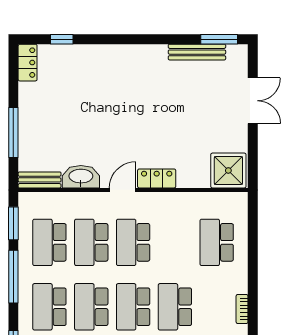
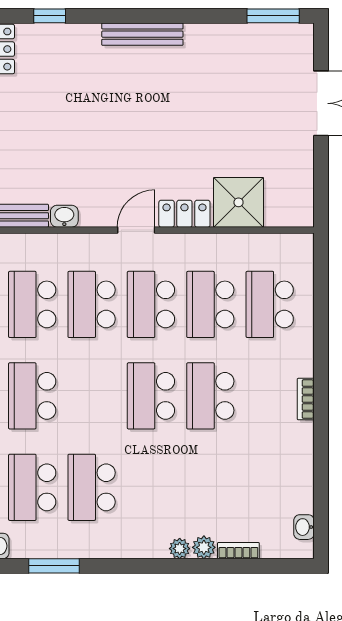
bench: (197, 52) -> (142, 34), moved
shower: (228, 170) -> (239, 202), moved
washbasin: (81, 177) -> (64, 216), width x0.52, depth x0.69
school desk: (91, 307) -> (210, 304), moved

